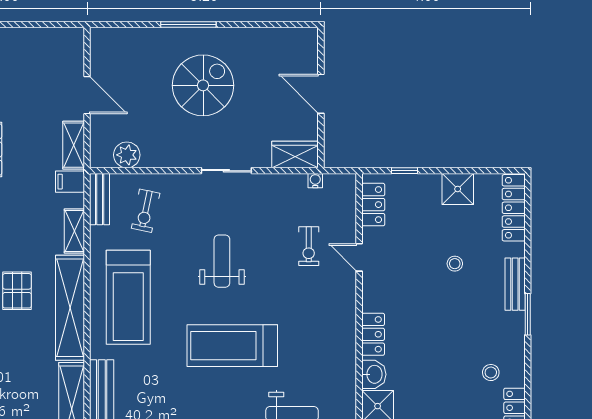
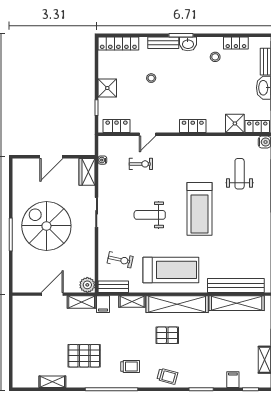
spiral stairs: (203, 85) -> (46, 226), width x1.37, depth x1.37
plant: (127, 155) -> (87, 285), moved
shower: (458, 189) -> (107, 88), moved
washbasin: (374, 374) -> (188, 44), moved, turned 180

